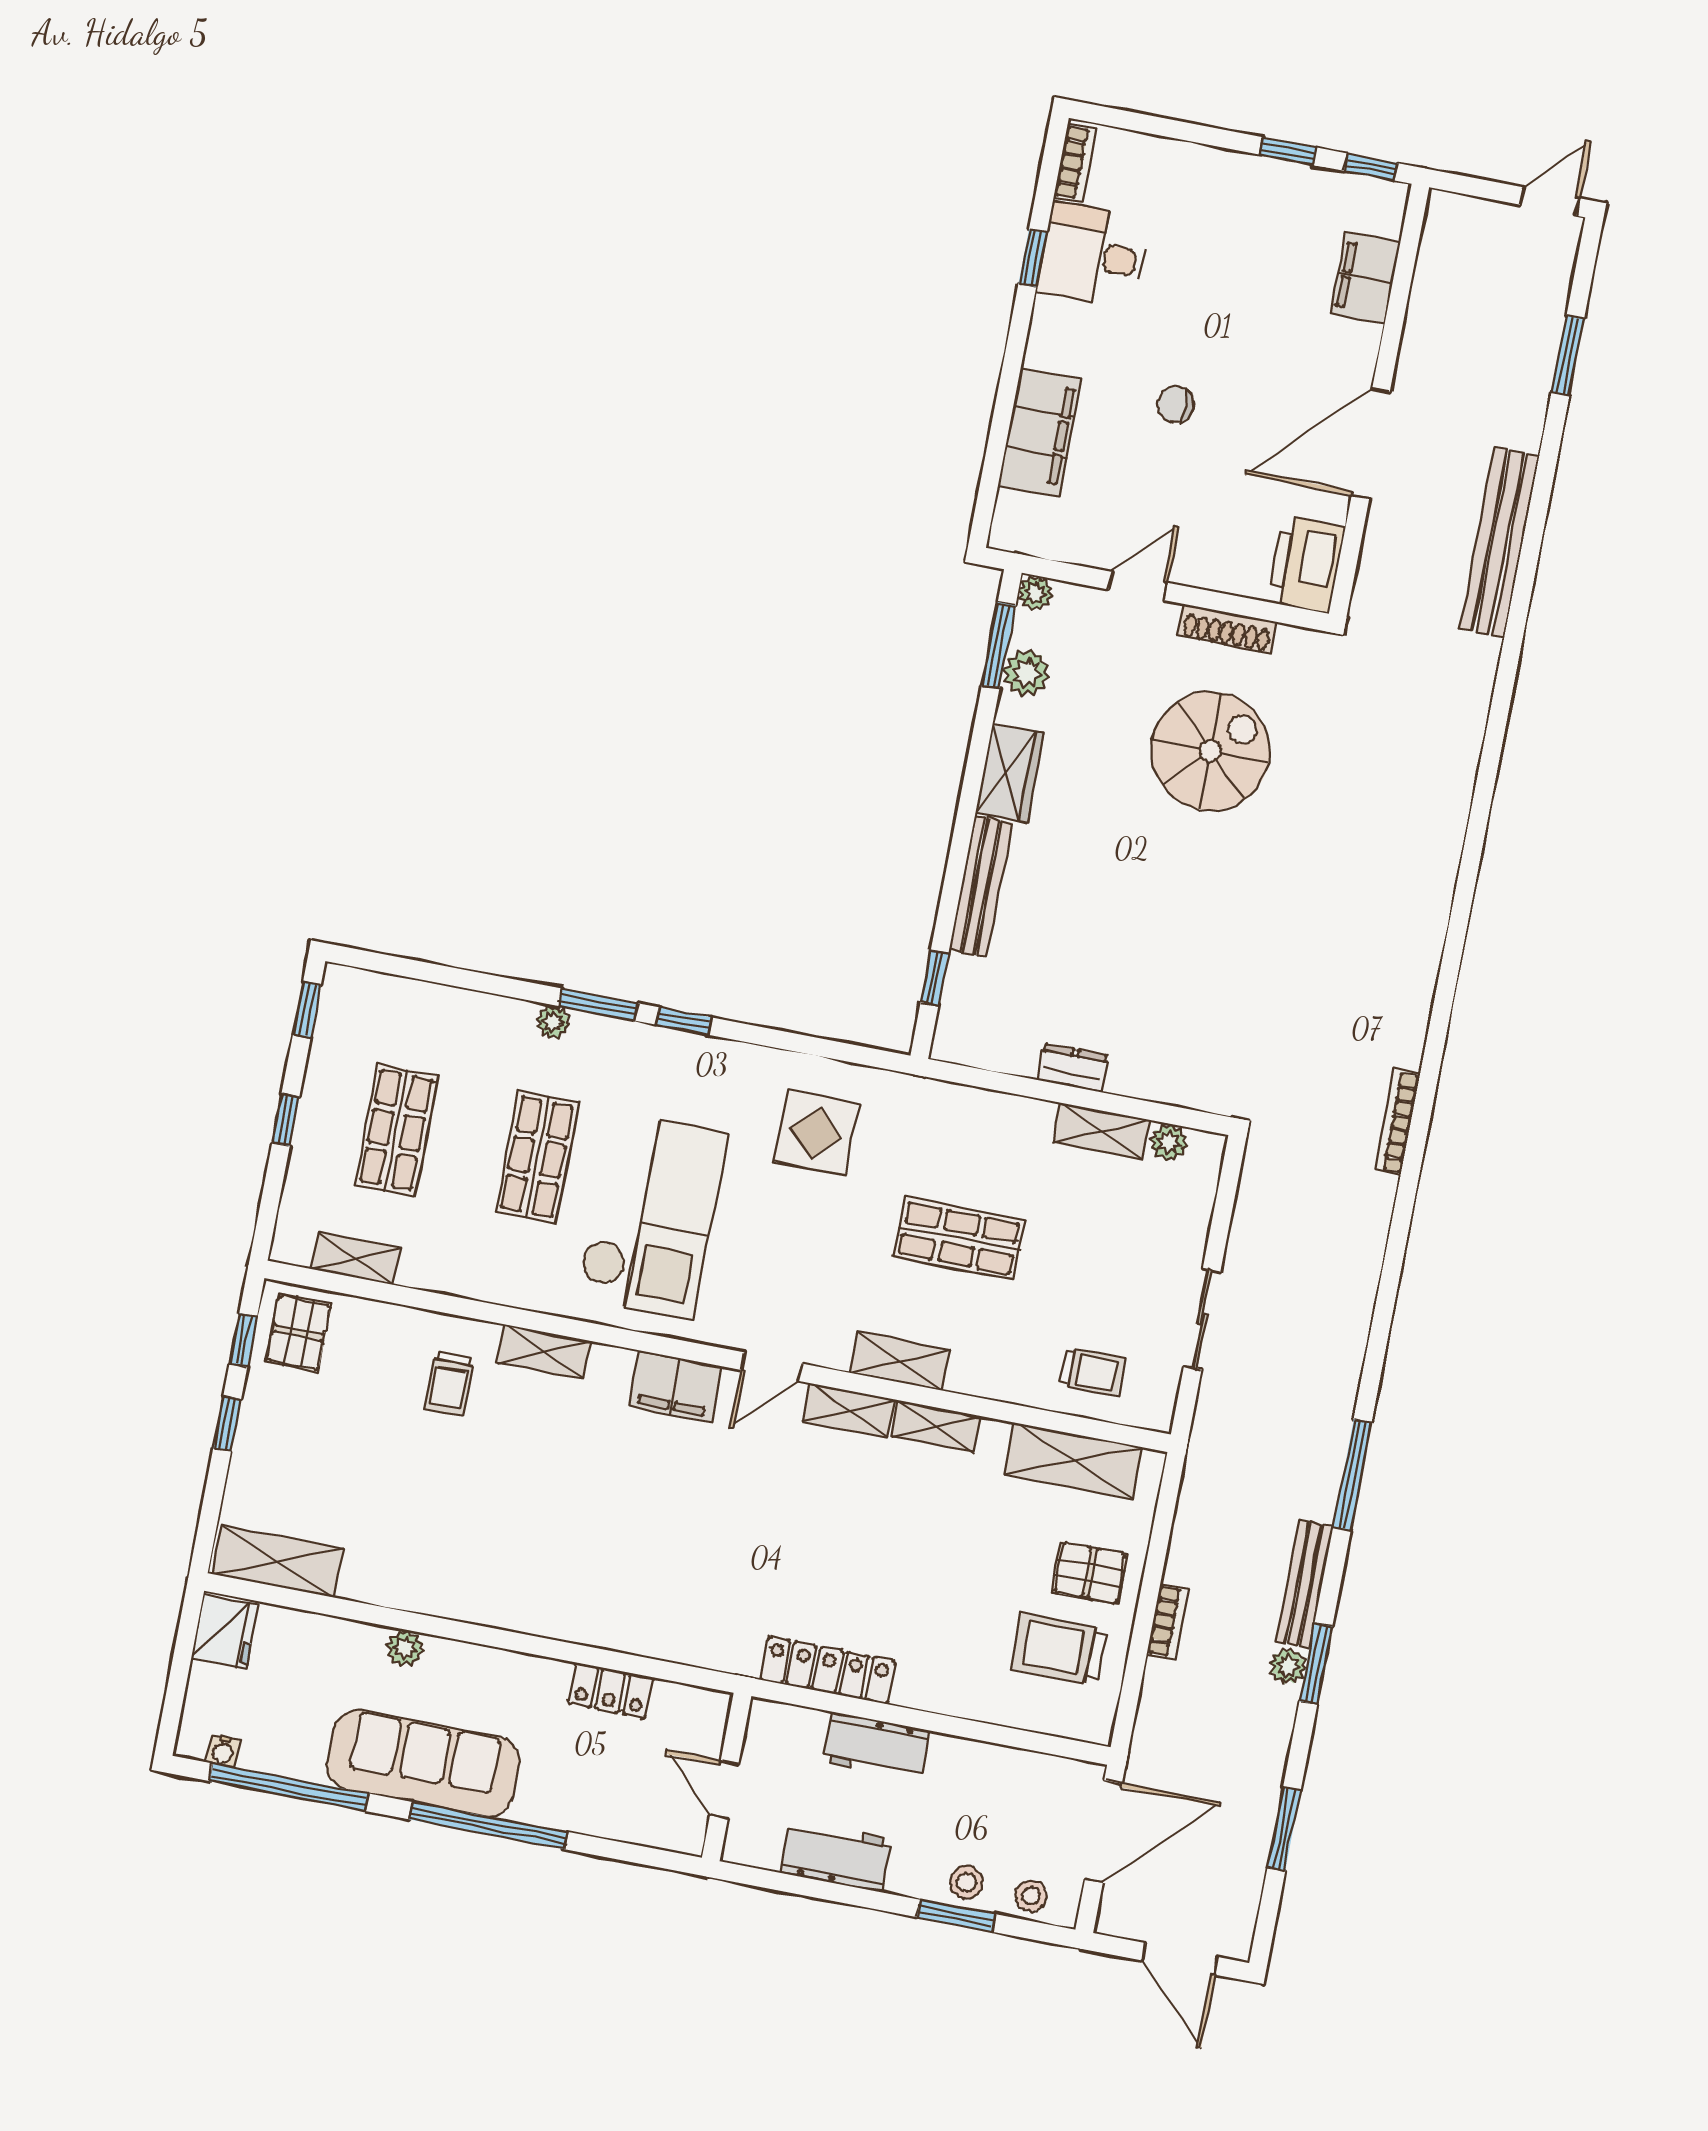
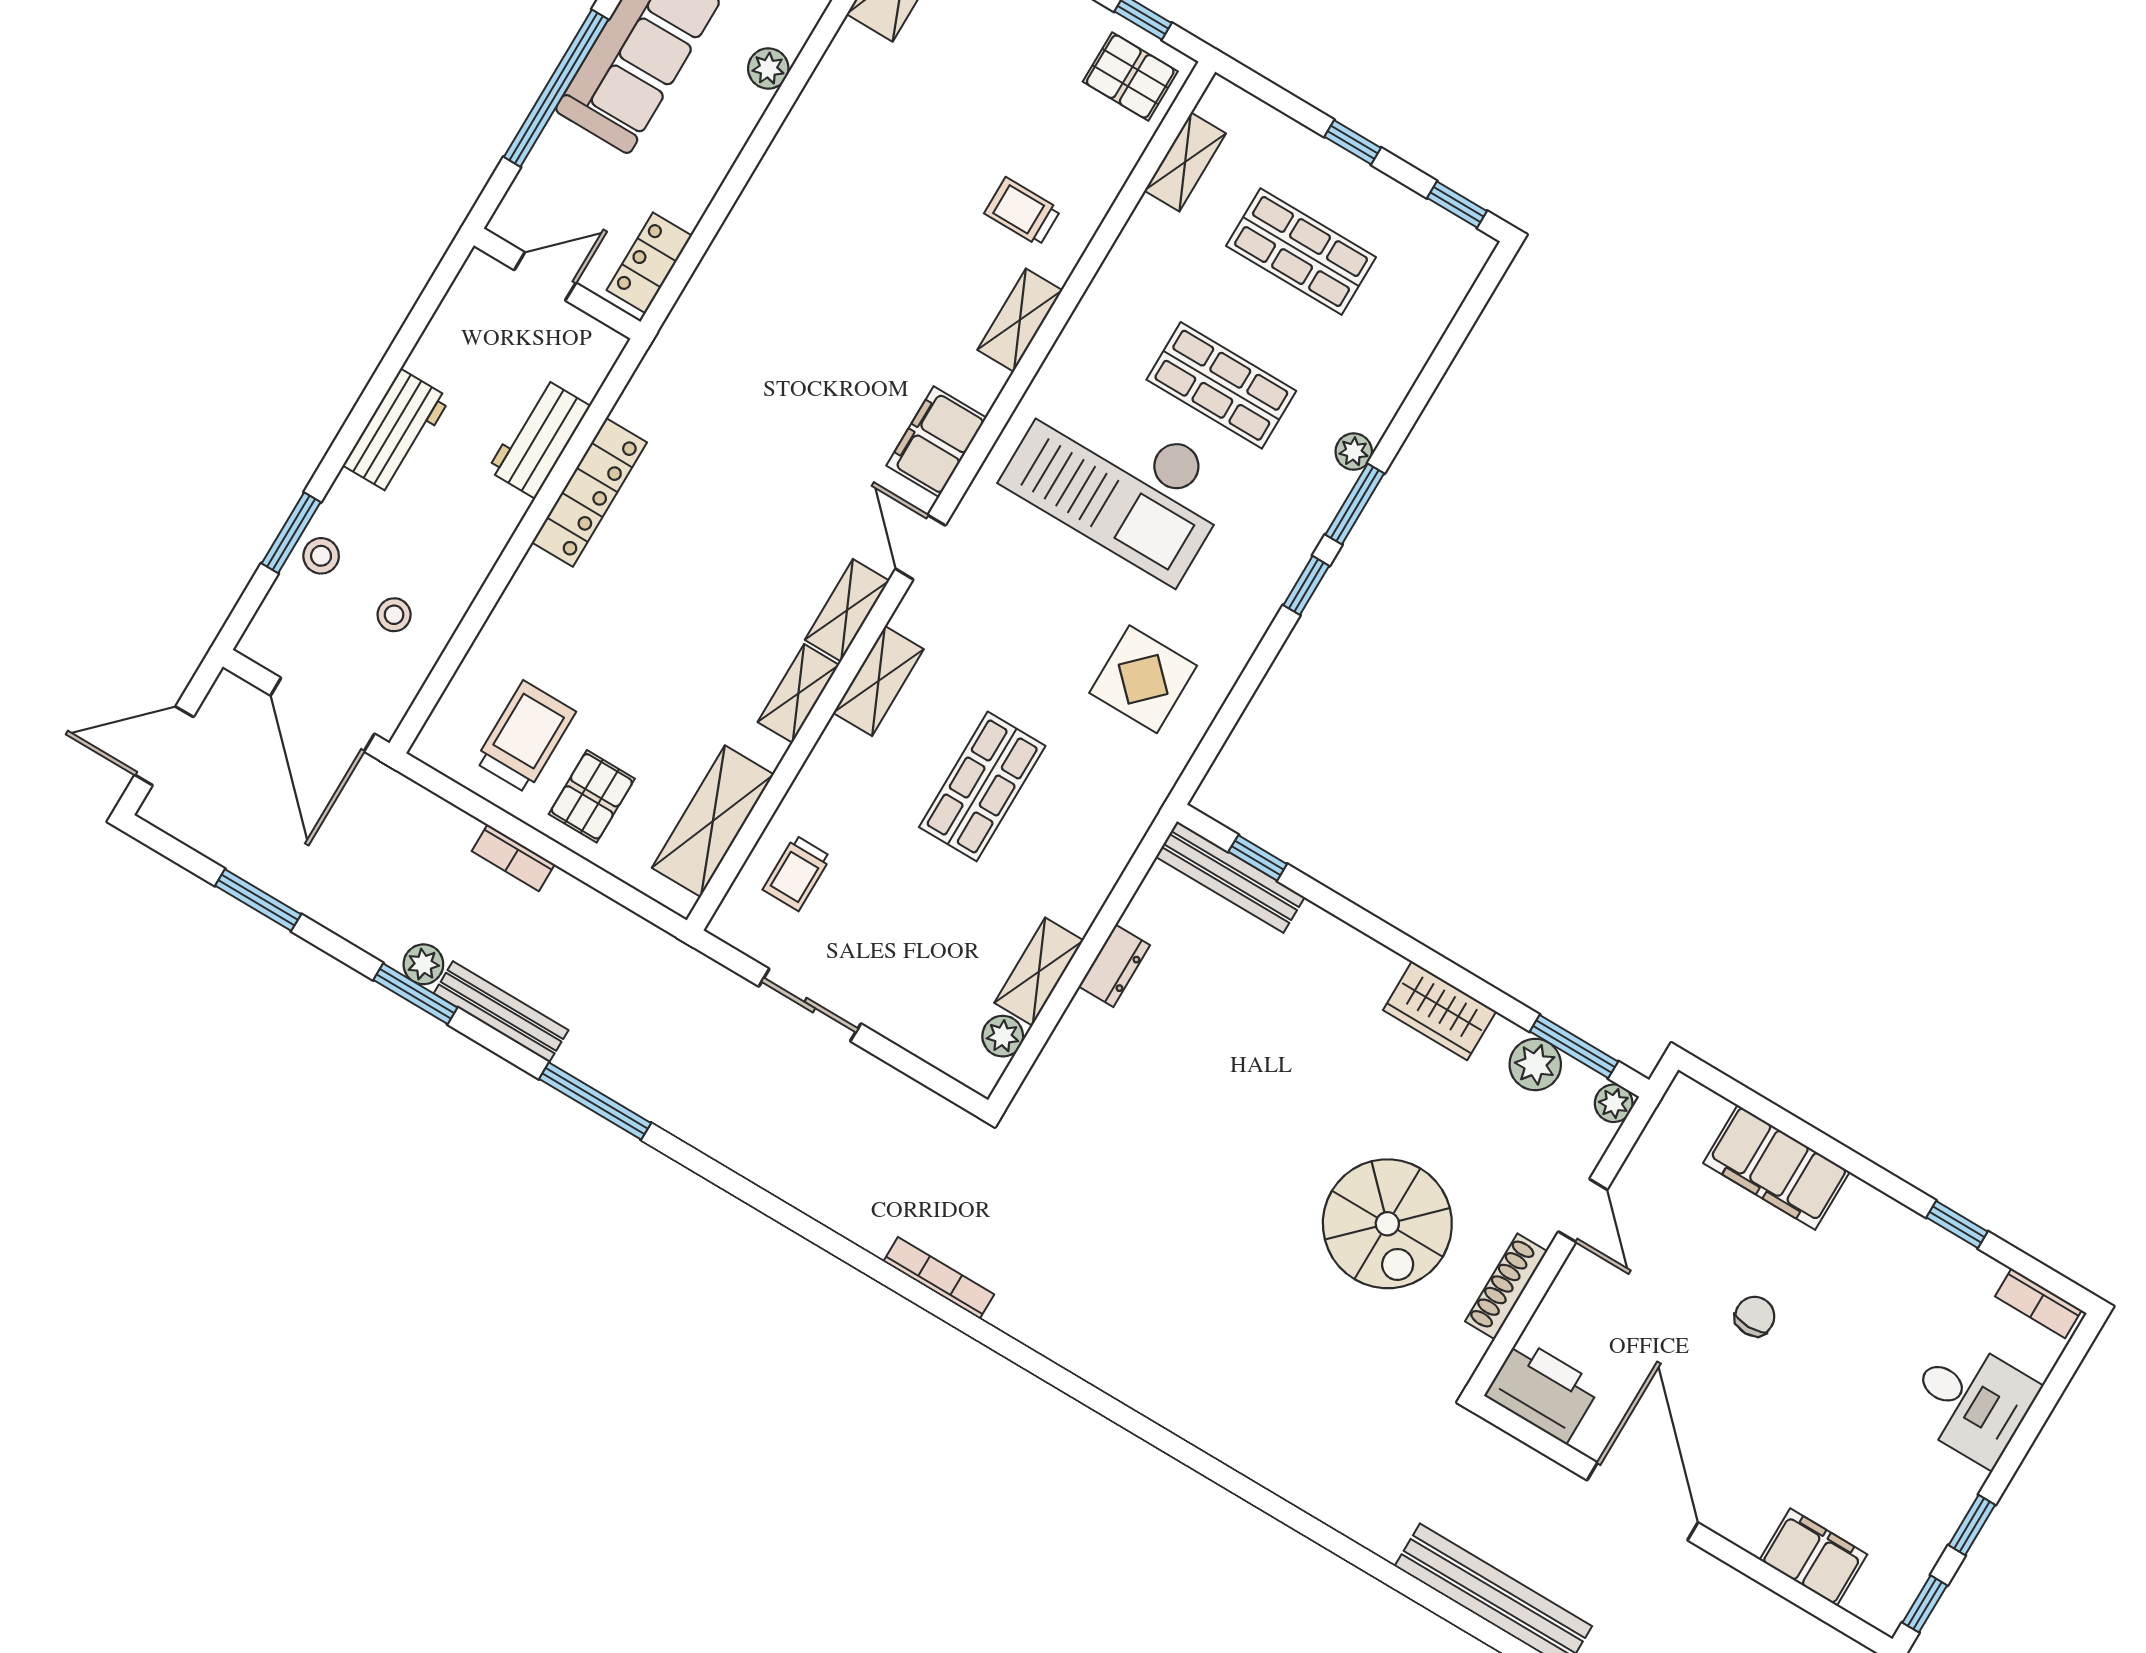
desk: (1093, 255) -> (1971, 1401), moved, turned 90
bench: (981, 886) -> (1230, 877), moved
workbench: (876, 1746) -> (539, 438), moved
wall: (727, 1777) -> (557, 284), moved
door: (724, 1790) -> (545, 276), moved
stool: (1031, 1896) -> (394, 615), moved

